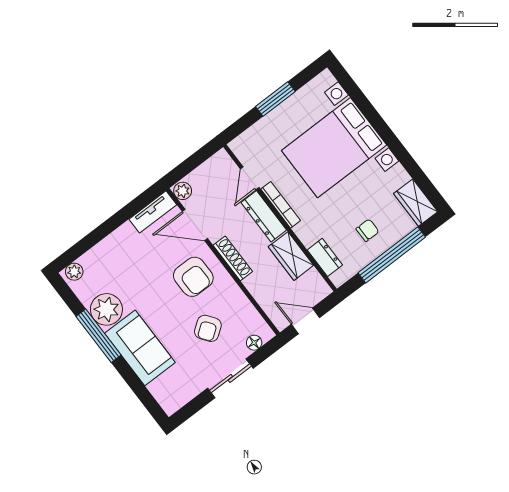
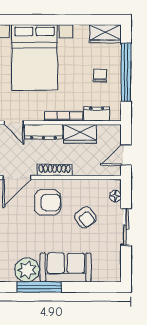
bookcase: (281, 205) -> (64, 116), moved

